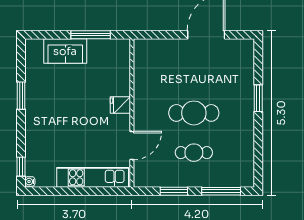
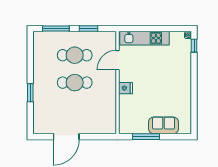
window: (21, 96) -> (194, 95), removed
cafe table: (194, 153) -> (75, 55), width x1.37, depth x1.35

